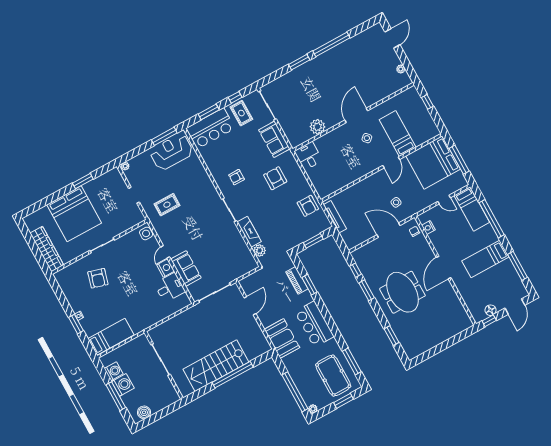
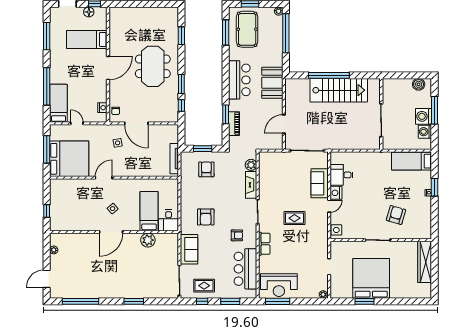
window: (331, 44) -> (81, 301), moved
rug: (241, 113) -> (204, 286), turned 90
bar counter: (211, 128) -> (245, 269), moved, turned -90
bed: (398, 134) -> (149, 211), moved, turned 180
row of seats: (207, 183) -> (264, 244), added
rug: (167, 205) -> (294, 218), moved
armchair: (308, 206) -> (206, 169), moved
bed: (74, 214) -> (371, 278), moved
bed: (485, 259) -> (87, 39), moved, turned 180

